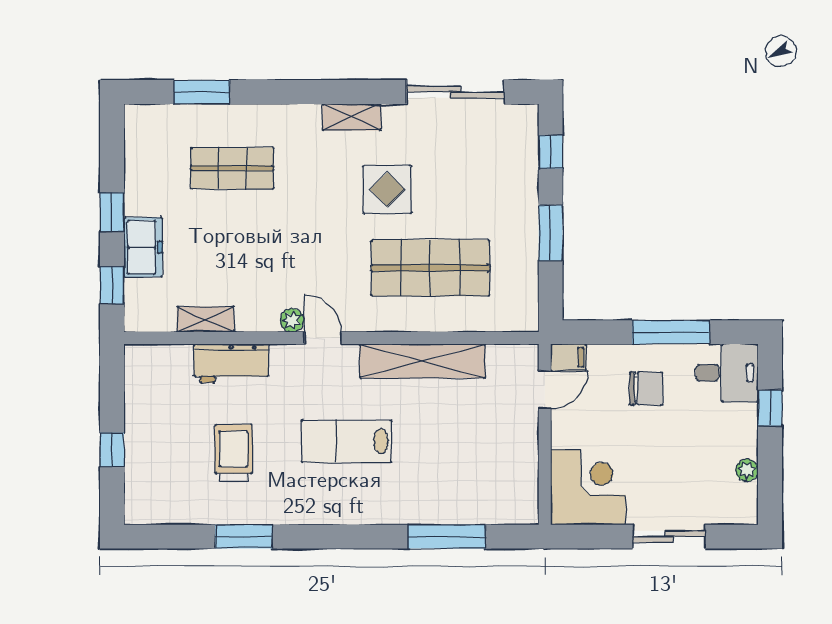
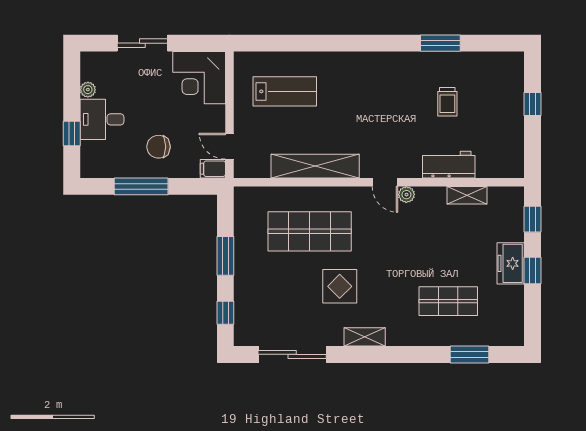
freezer: (143, 247) -> (511, 263), moved
desk: (727, 373) -> (102, 119), moved
door: (545, 389) -> (229, 146), hinge flipped
lab bench: (347, 441) -> (285, 91), moved
trolley: (234, 453) -> (447, 102), width x0.73, depth x0.72
window: (447, 537) -> (298, 43), removed

